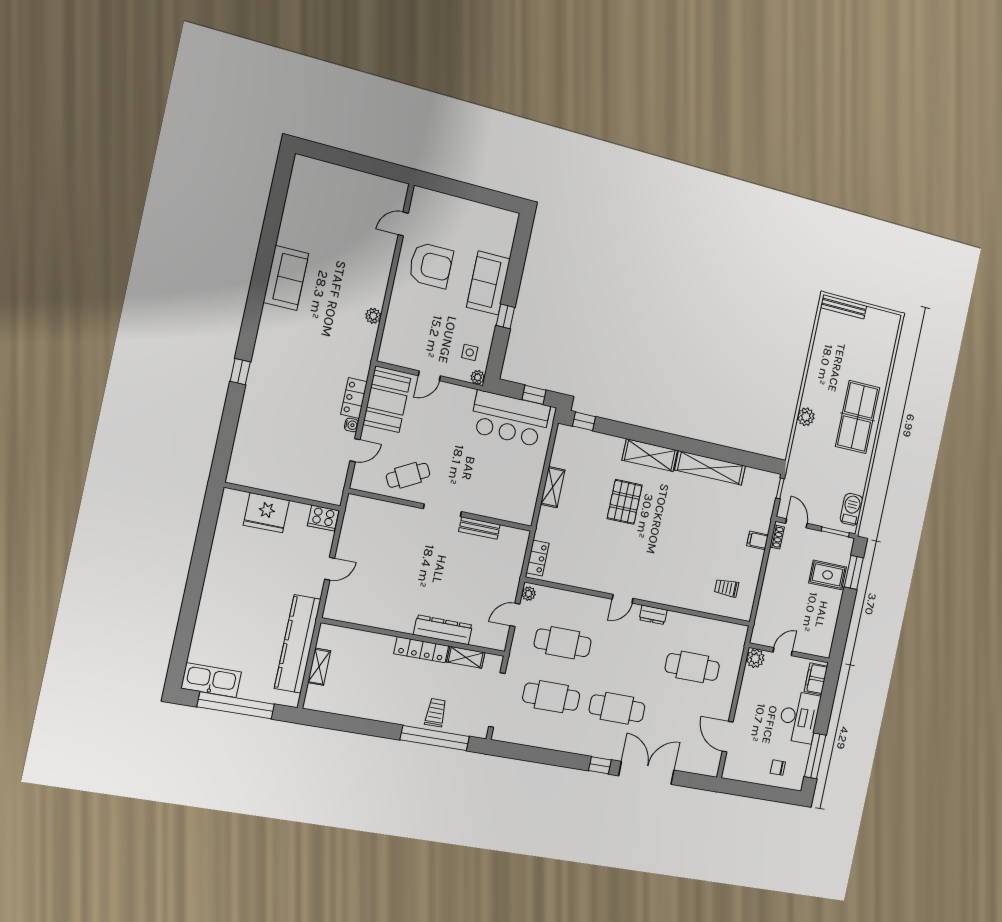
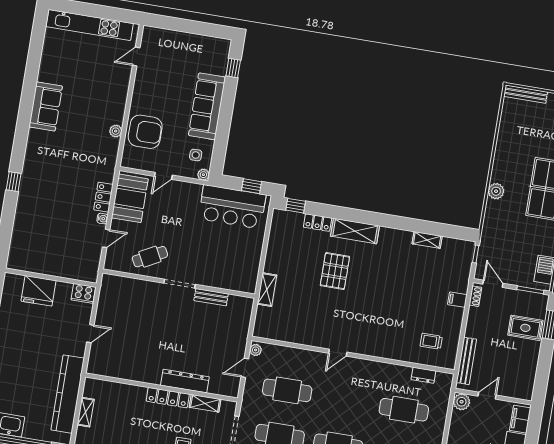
kitchen unit: (347, 178) -> (90, 25), added
armchair: (431, 265) -> (145, 132), moved
sofa: (488, 283) -> (207, 106), width x1.36
window: (505, 316) -> (233, 68), moved
shelving: (710, 468) -> (427, 240), width x0.45, depth x0.75
shelving: (553, 487) -> (267, 290), moved
locker: (538, 558) -> (318, 222), moved, turned 90
bench: (763, 611) -> (466, 361), added
dresser: (653, 615) -> (423, 375), moved

